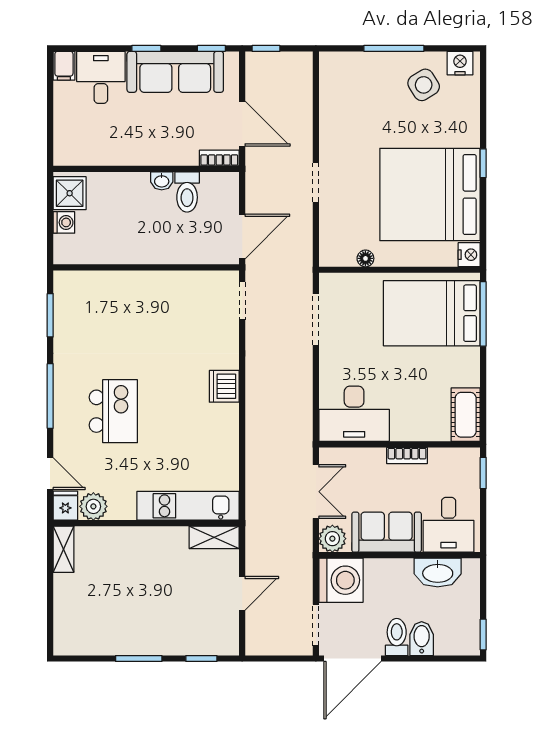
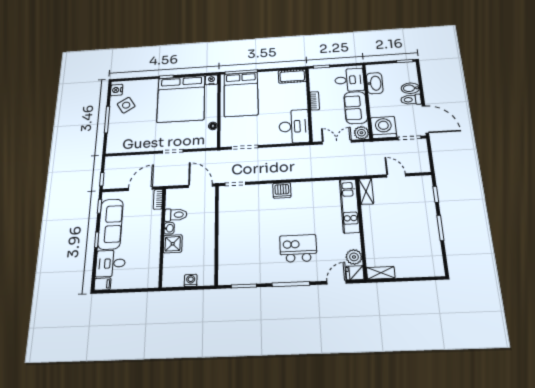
shower: (70, 193) -> (173, 244), moved

